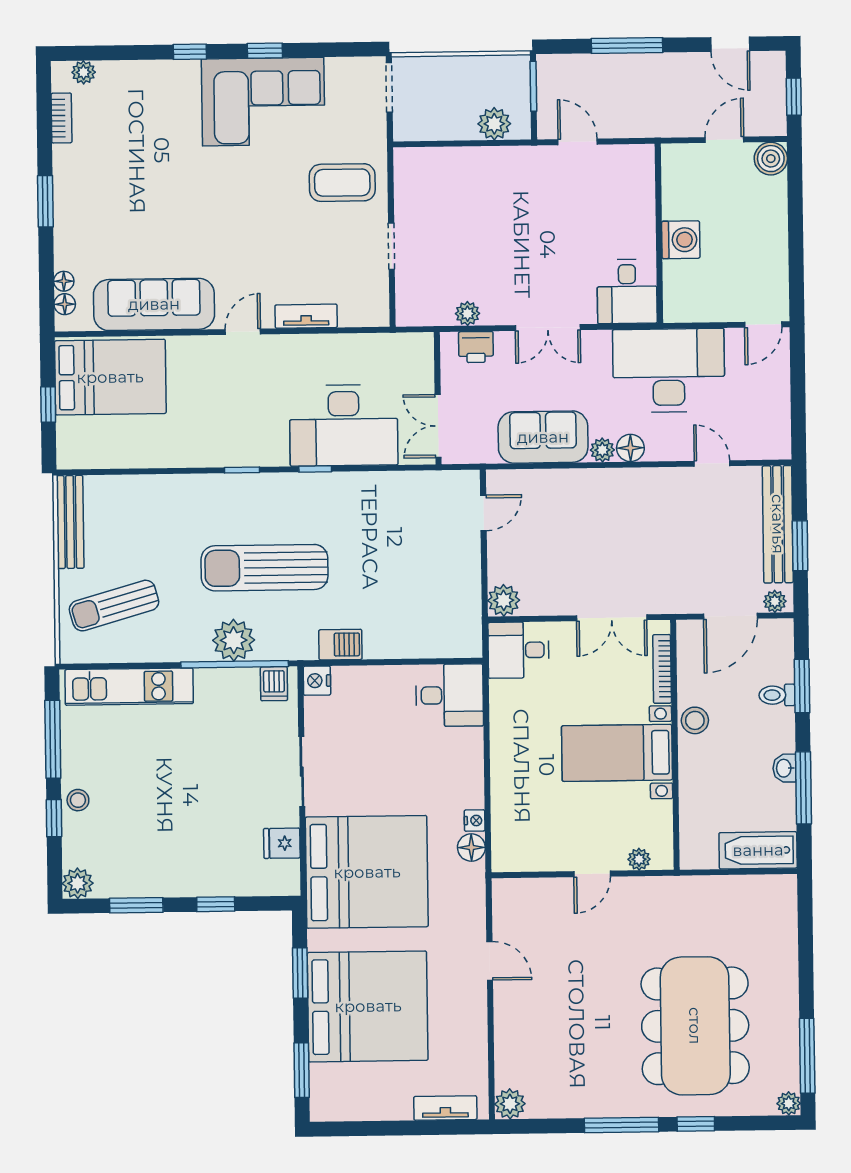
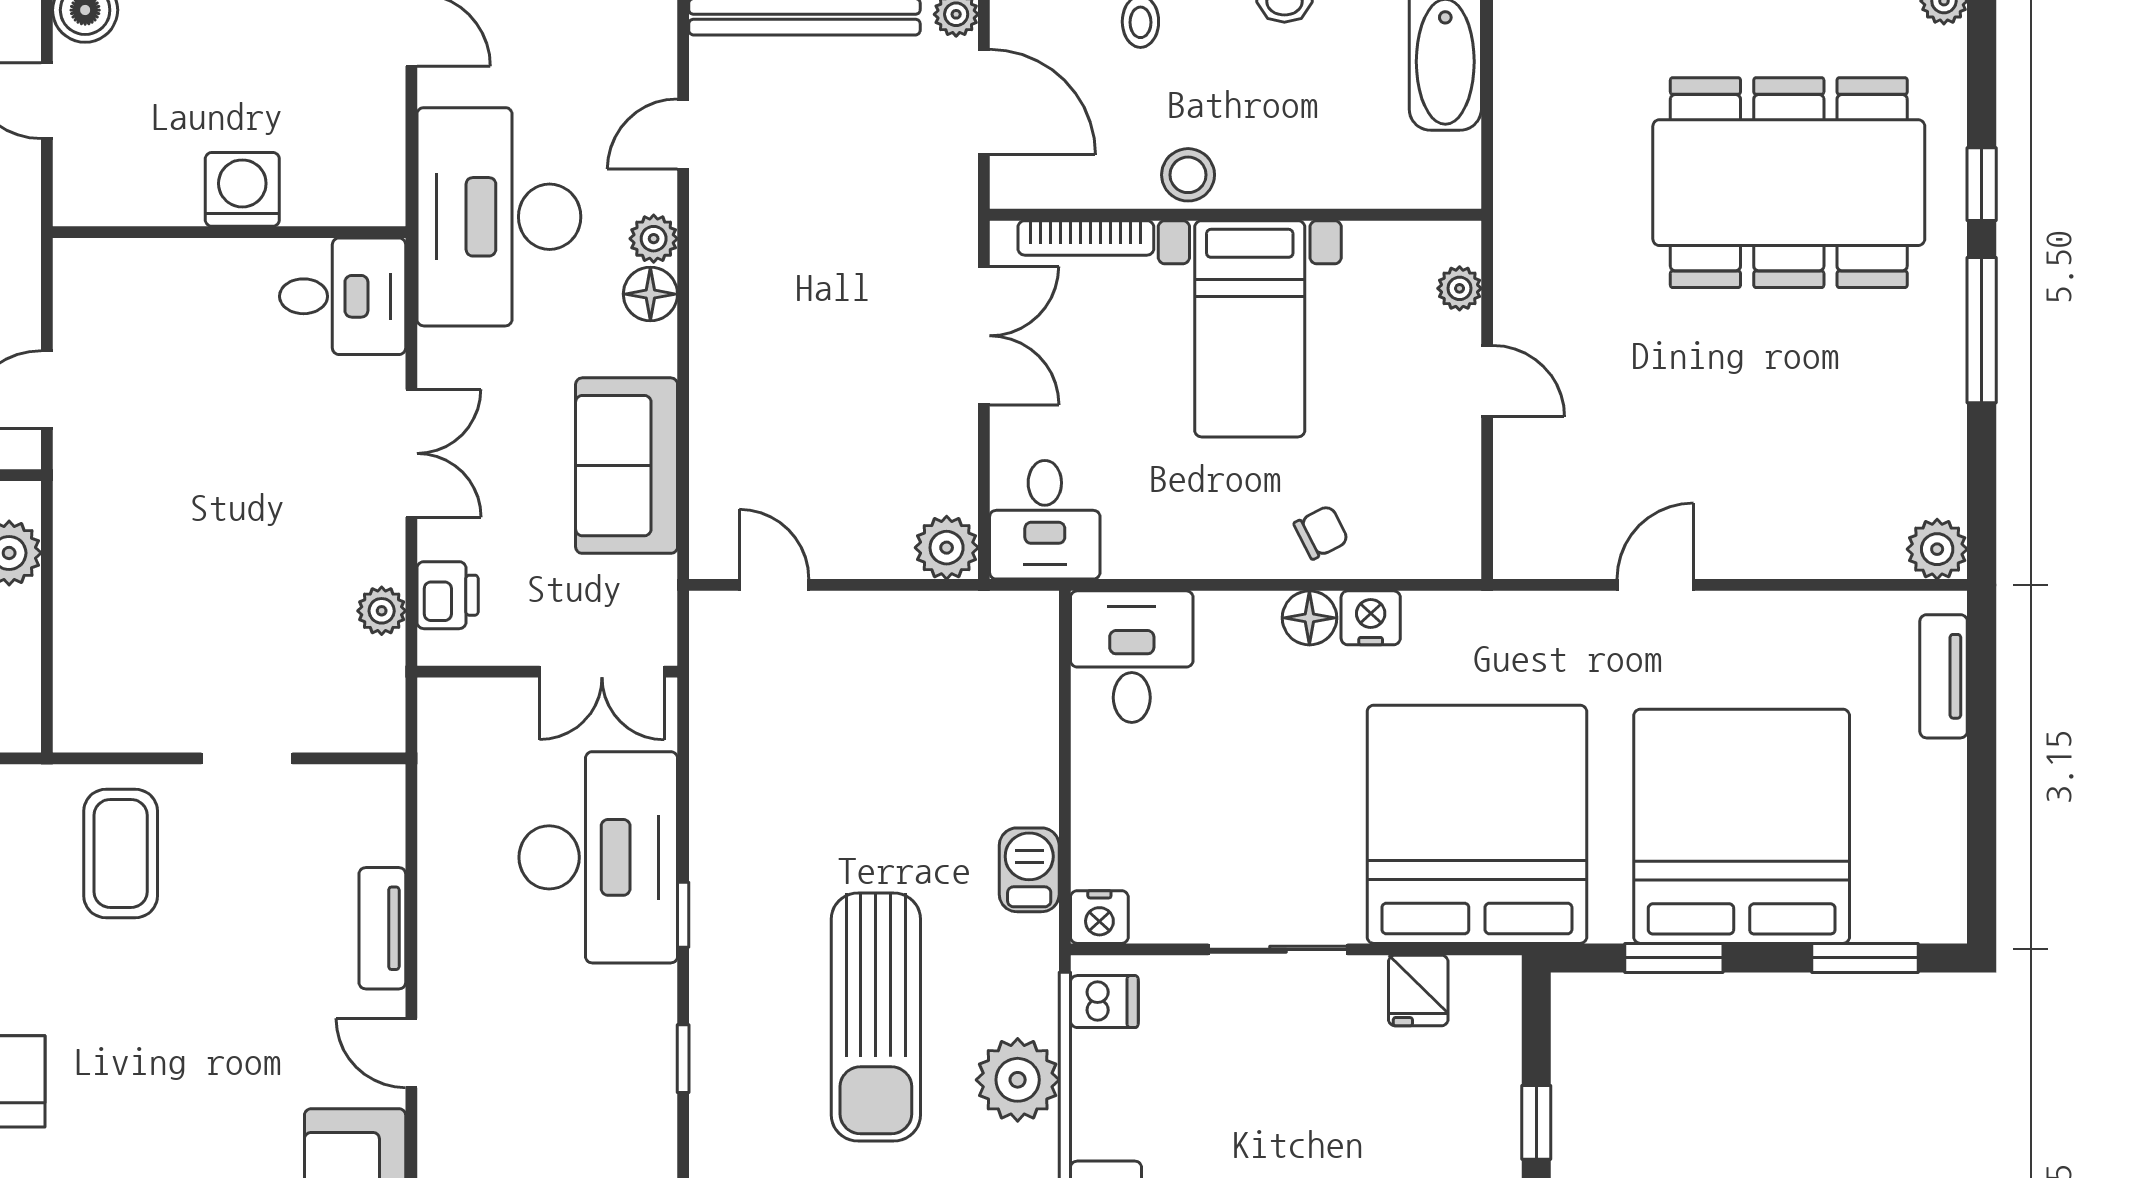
plant: (602, 450) -> (654, 239), moved
chair: (514, 791) -> (1321, 532), added
nightstand: (475, 821) -> (1371, 618), width x1.39, depth x1.35
floor lamp: (471, 848) -> (1309, 618), moved

